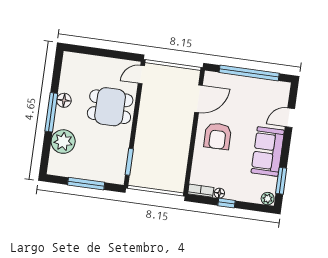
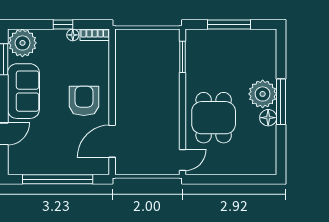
dining table: (110, 107) -> (214, 118), turned 90
plant: (63, 142) -> (263, 94), moved
plant: (268, 199) -> (22, 43), width x1.88, depth x1.88

